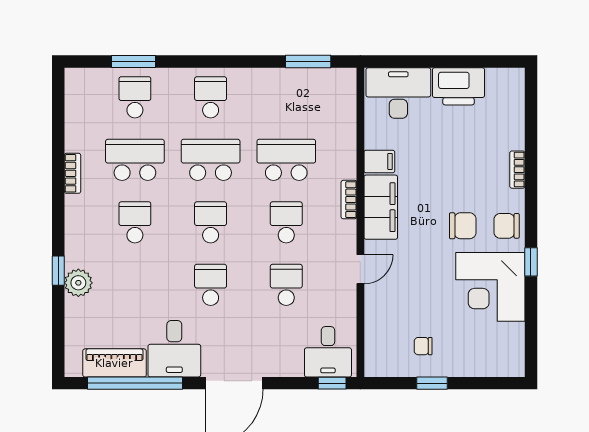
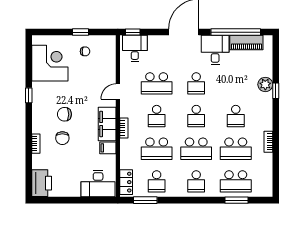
printer: (459, 86) -> (42, 183), moved, turned 90
locker: (345, 96) -> (126, 182), added
school desk: (135, 97) -> (236, 181), width x1.85
school desk: (286, 97) -> (157, 181), added
chair: (507, 226) -> (62, 138), moved, turned 90
school desk: (286, 285) -> (157, 83), width x1.85
corner desk: (490, 287) -> (50, 63), moved

